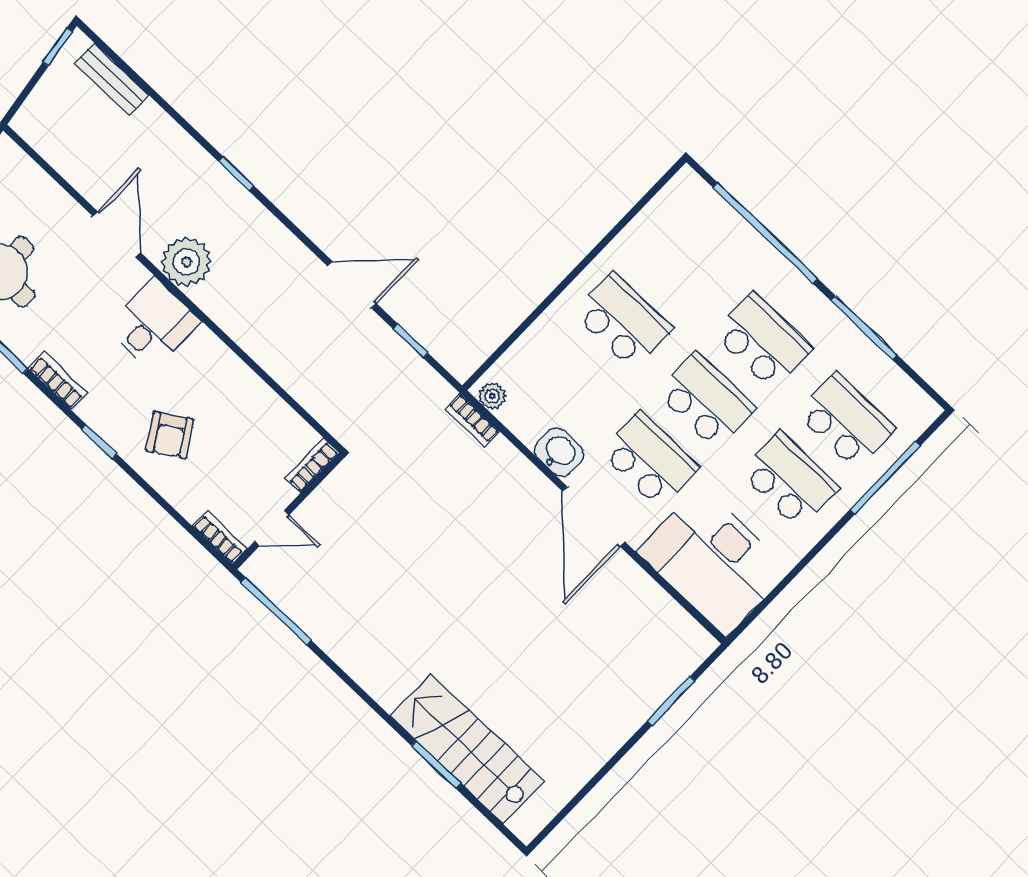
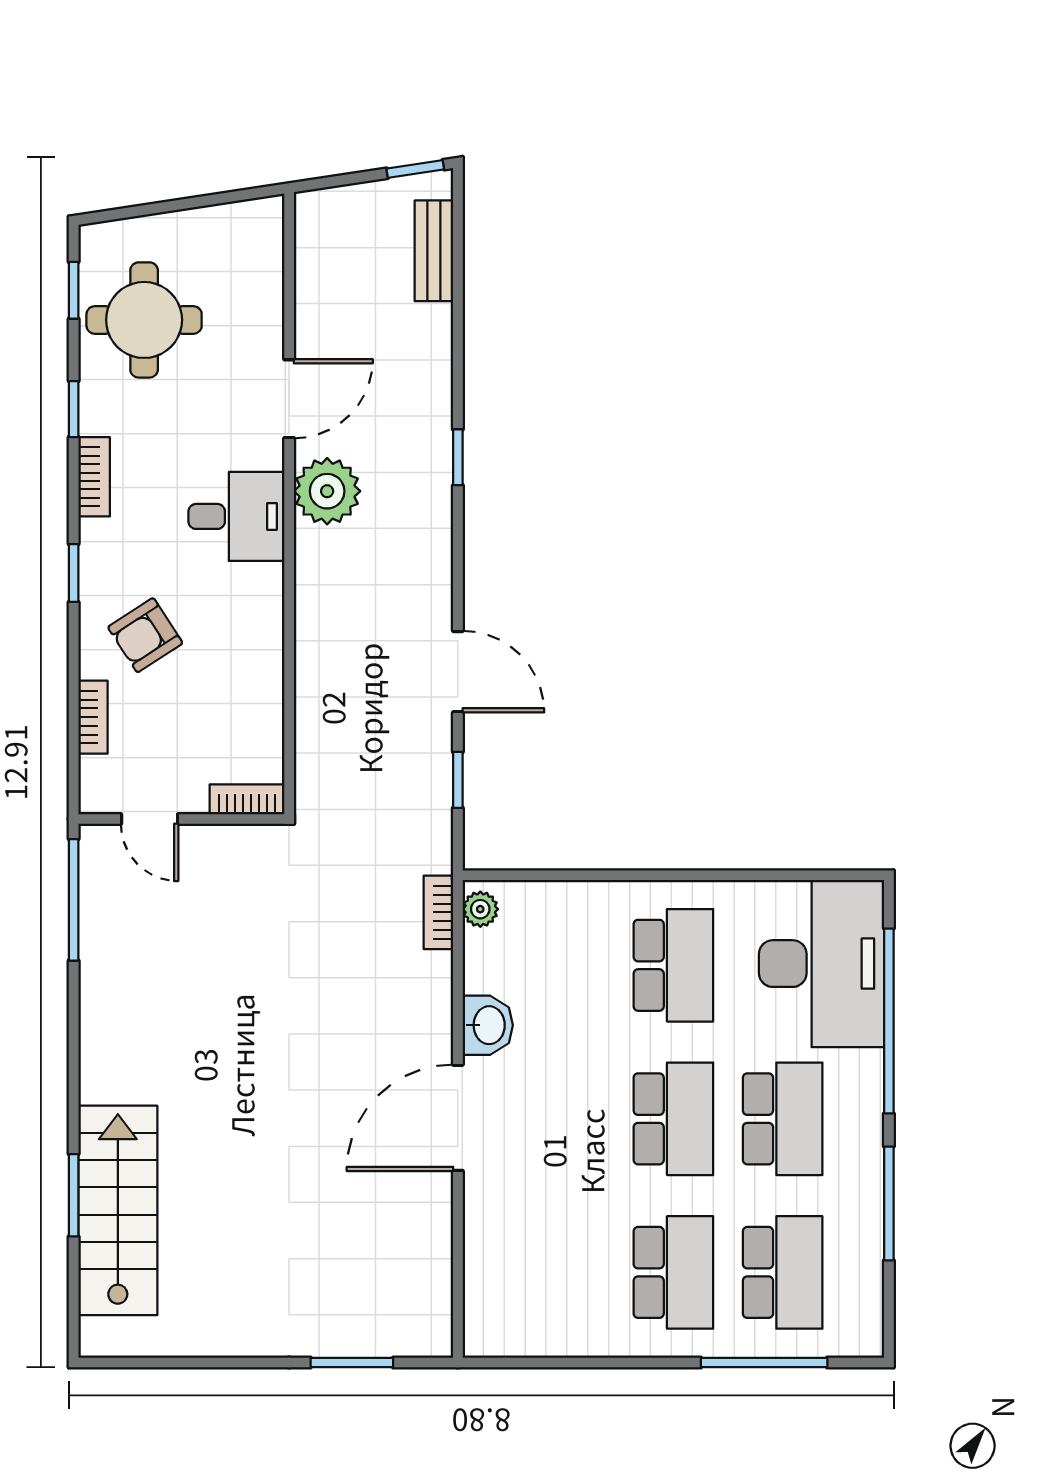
school desk: (649, 460) -> (564, 1119), removed
bookcase: (220, 537) -> (93, 717), moved
desk: (713, 561) -> (822, 964), moved, turned 180

